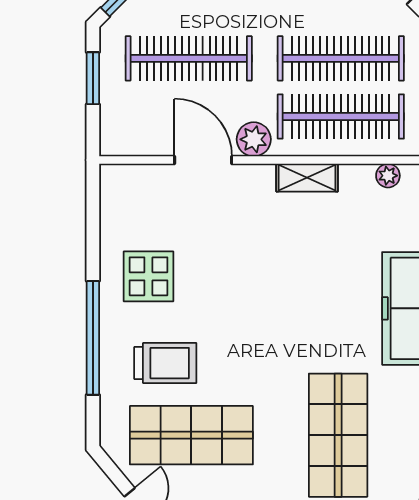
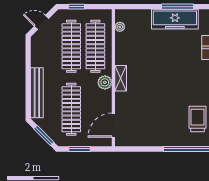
door: (203, 160) -> (113, 125), moved
shelving: (307, 178) -> (121, 78), moved
display table: (148, 276) -> (162, 126), removed

